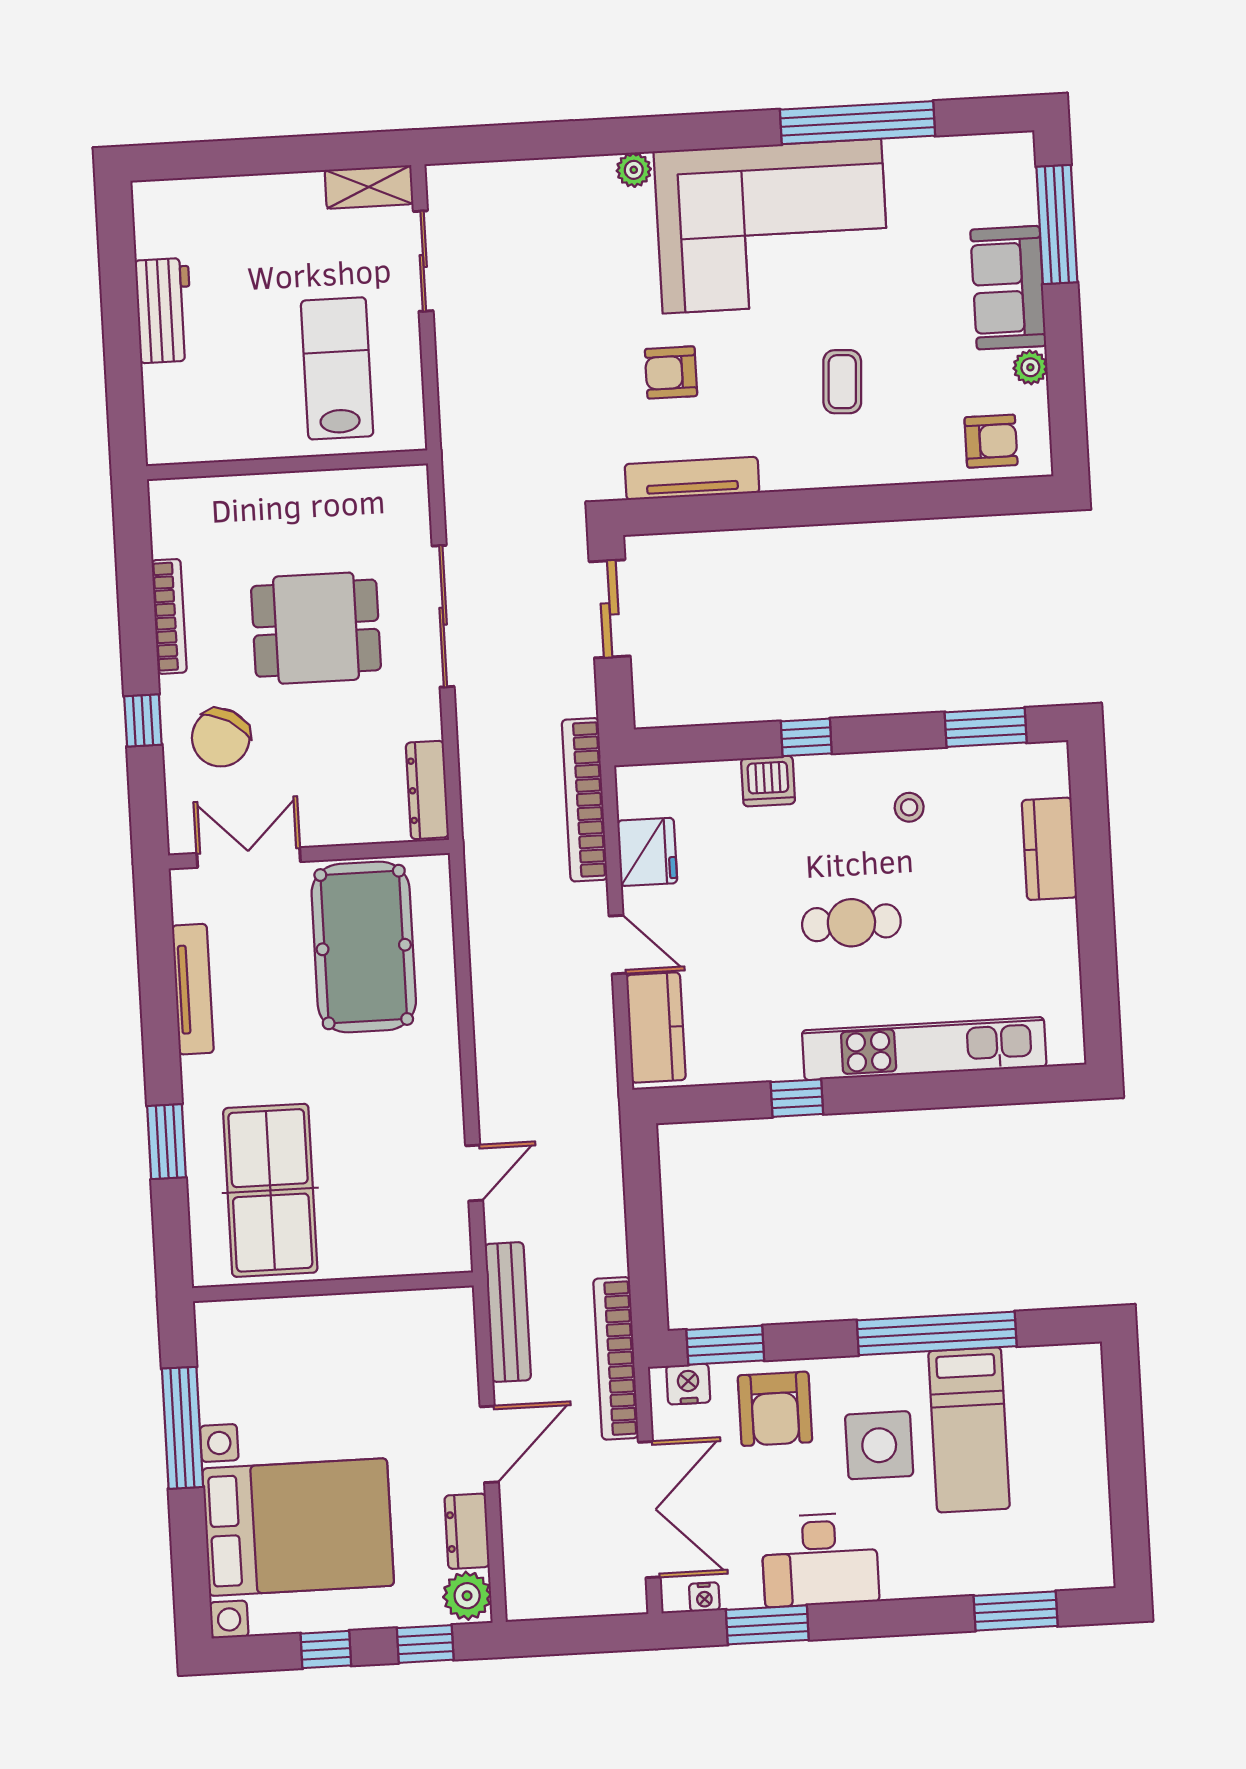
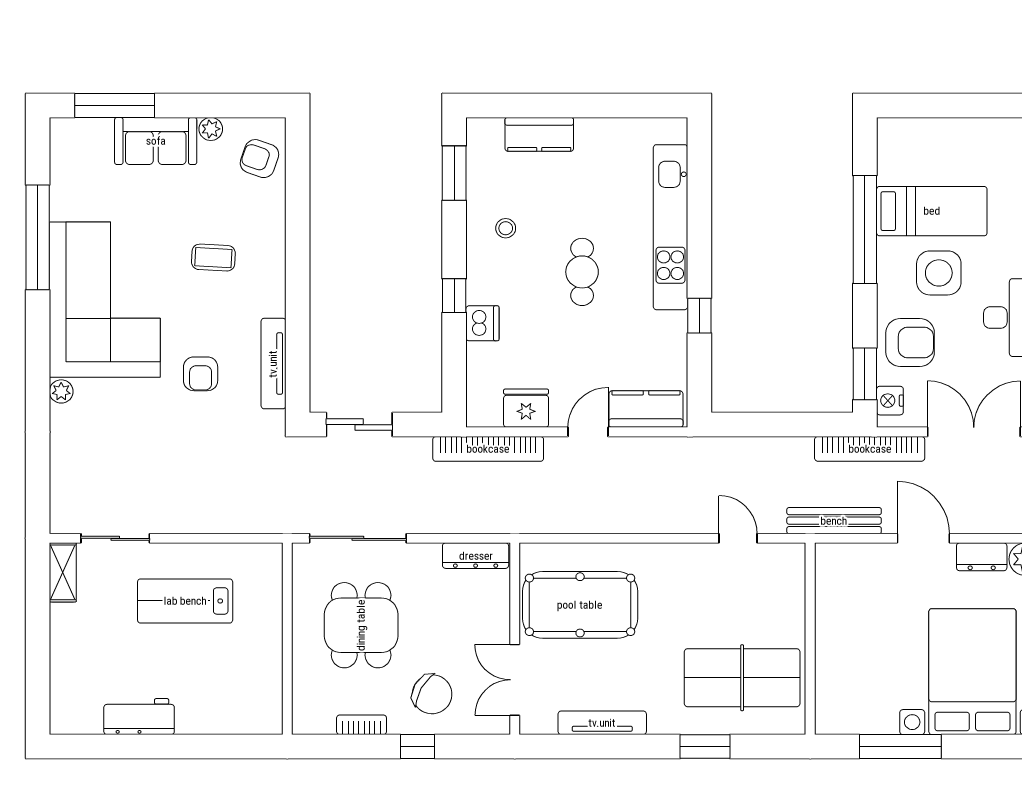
armchair: (991, 441) -> (259, 159), turned -71
wall: (287, 465) -> (287, 639), moved
bookcase: (169, 616) -> (362, 725), width x0.64

